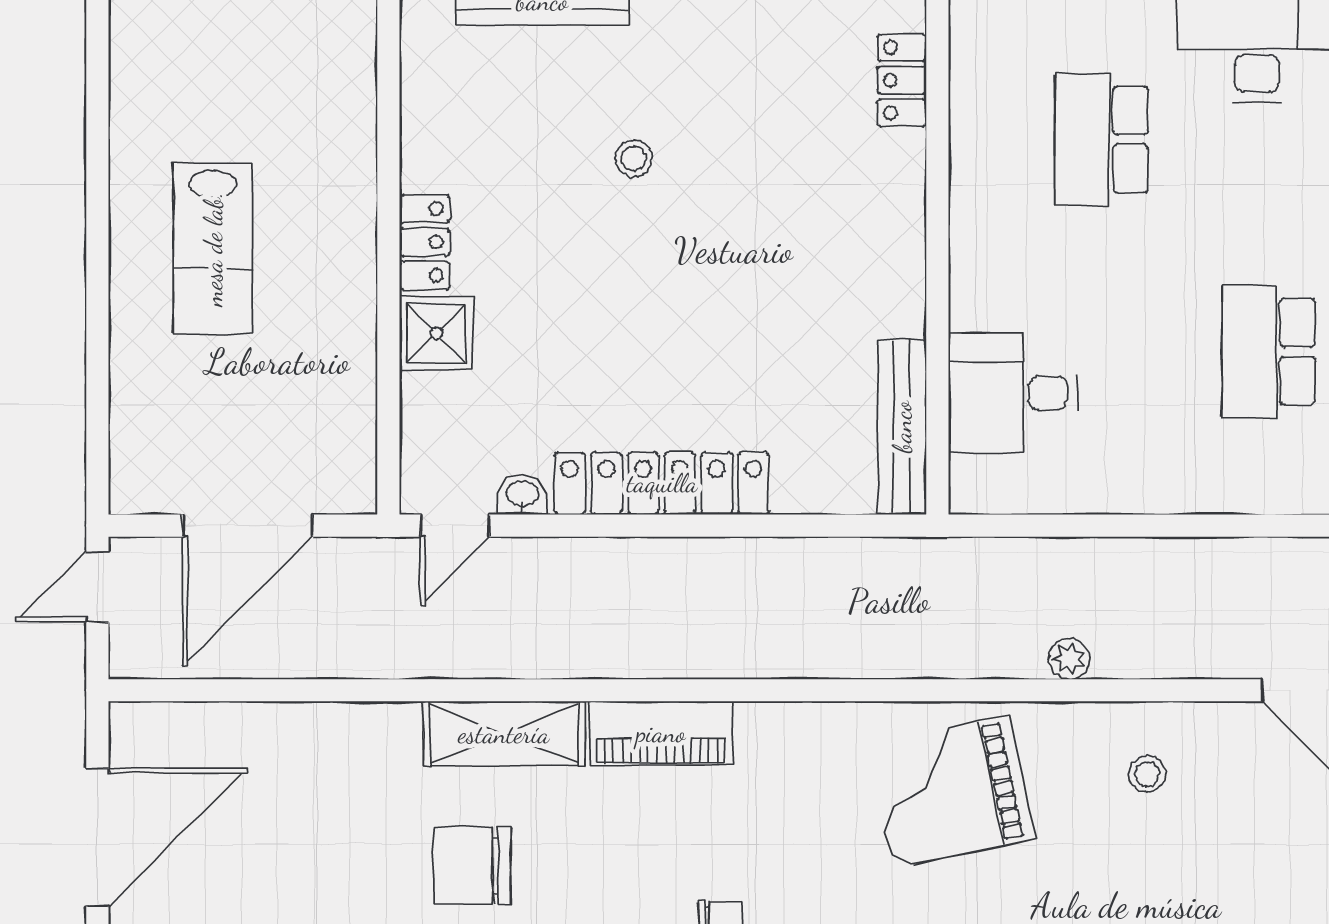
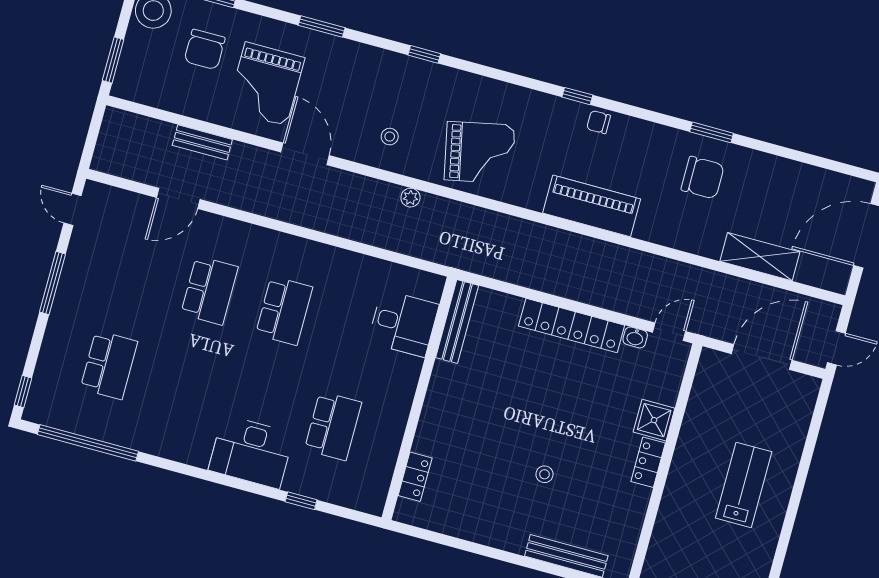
piano: (661, 733) -> (592, 206), width x1.37, depth x1.33
shelving: (504, 734) -> (760, 257), moved

